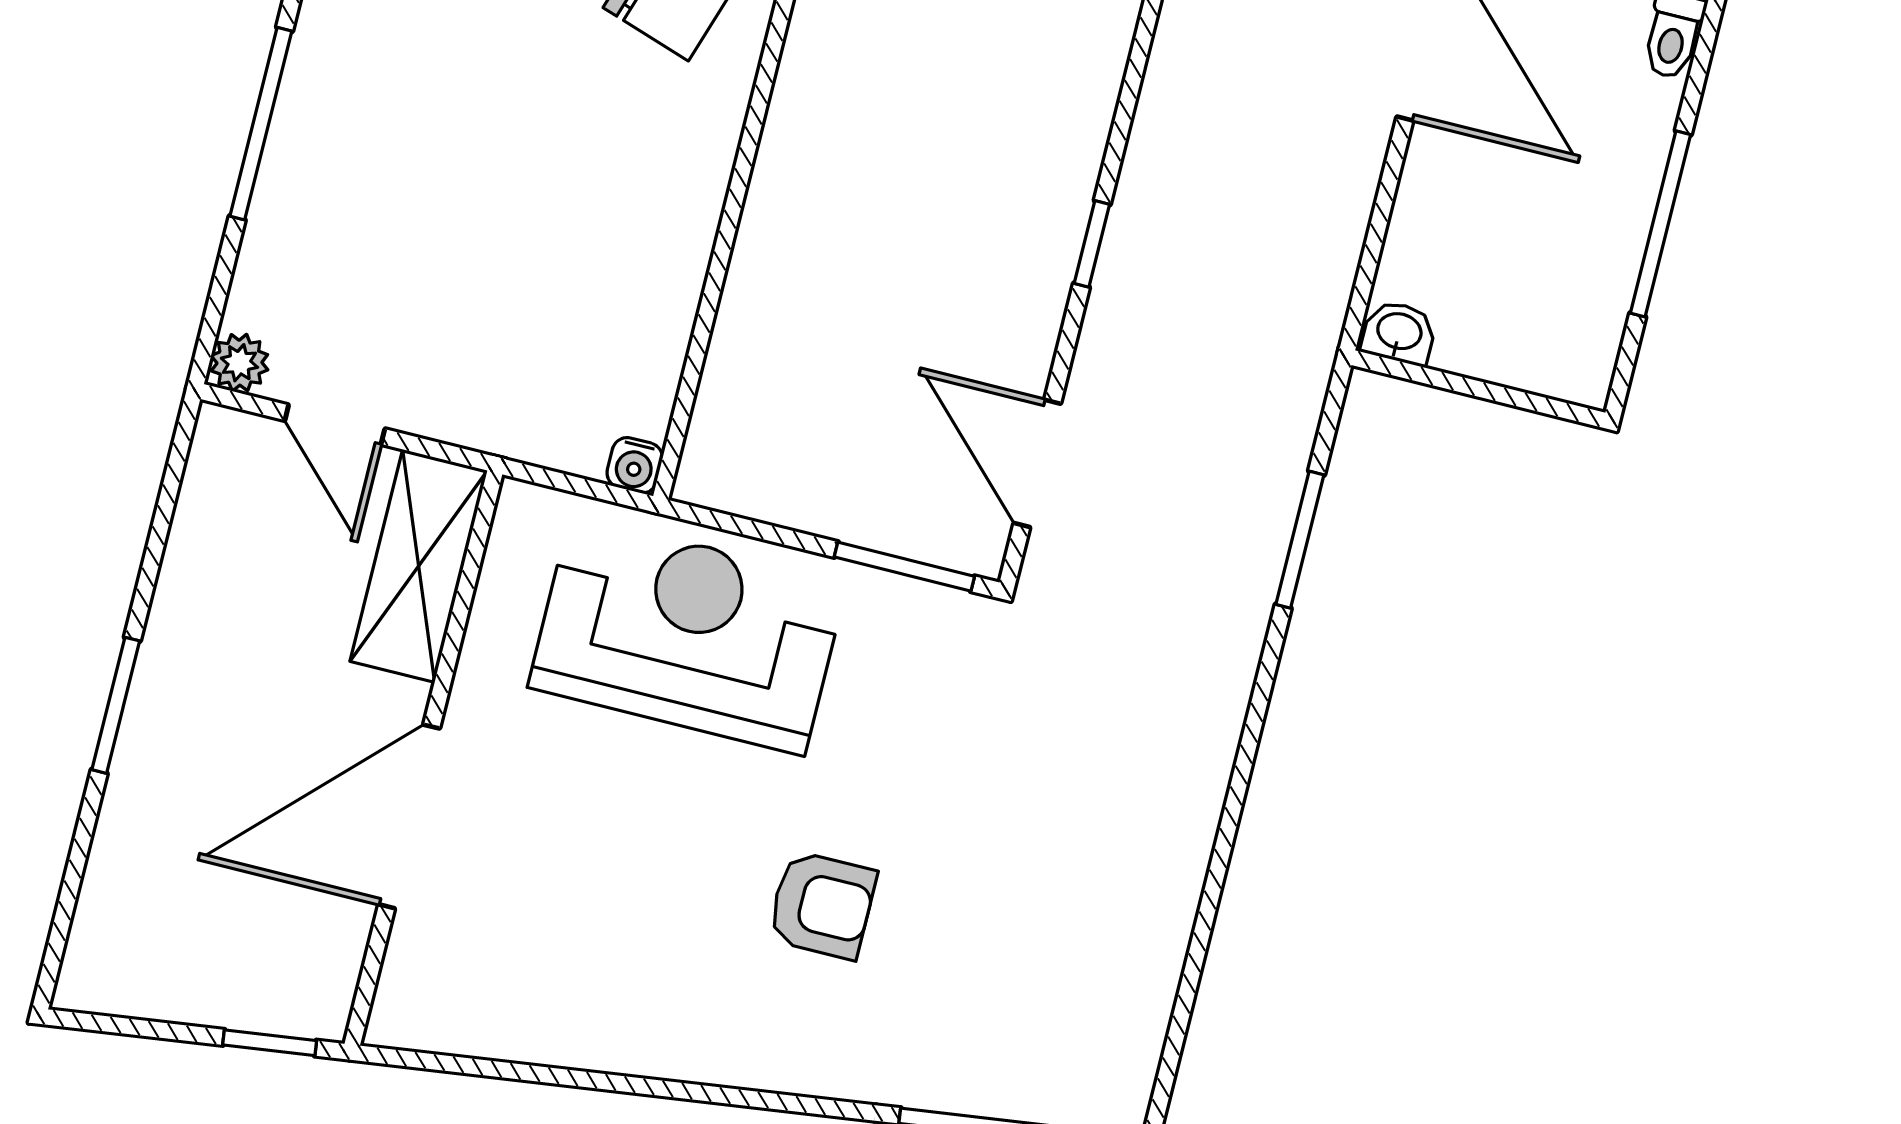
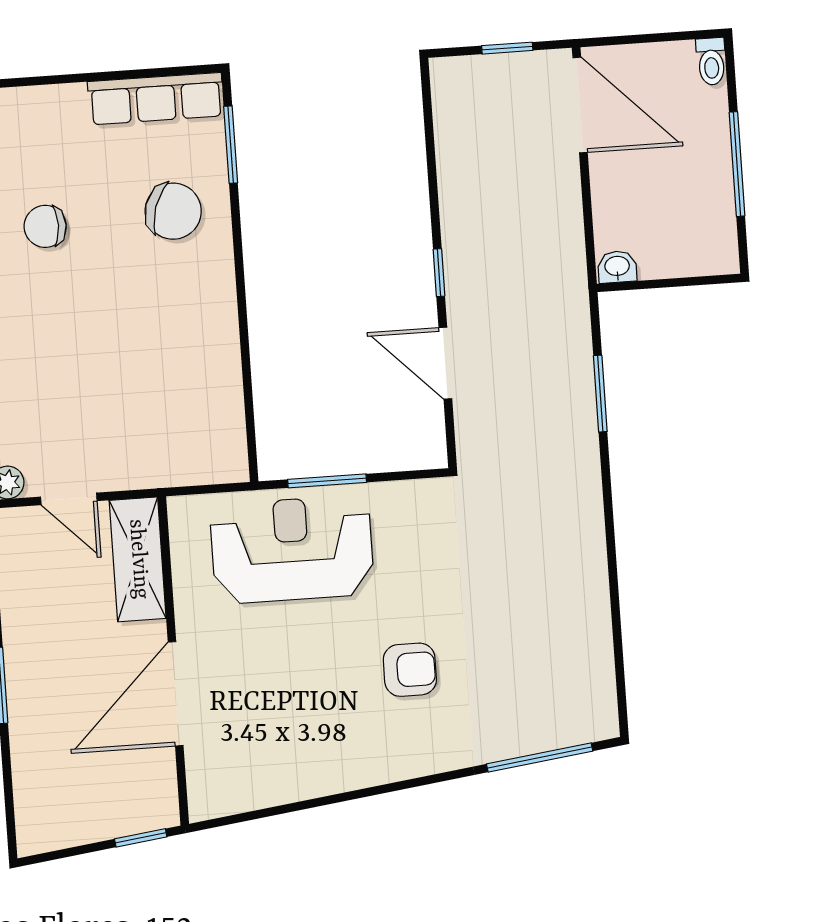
door: (1037, 463) -> (445, 363), moved
water cooler: (635, 465) -> (235, 469), removed
window: (904, 567) -> (327, 481), moved

